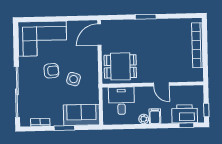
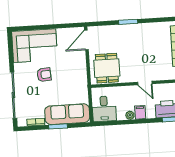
dining table: (120, 66) -> (107, 68), turned 90
side table: (74, 79) -> (65, 81), removed
desk: (121, 101) -> (104, 109), moved, turned 180
sofa: (81, 115) -> (67, 114), width x1.36

